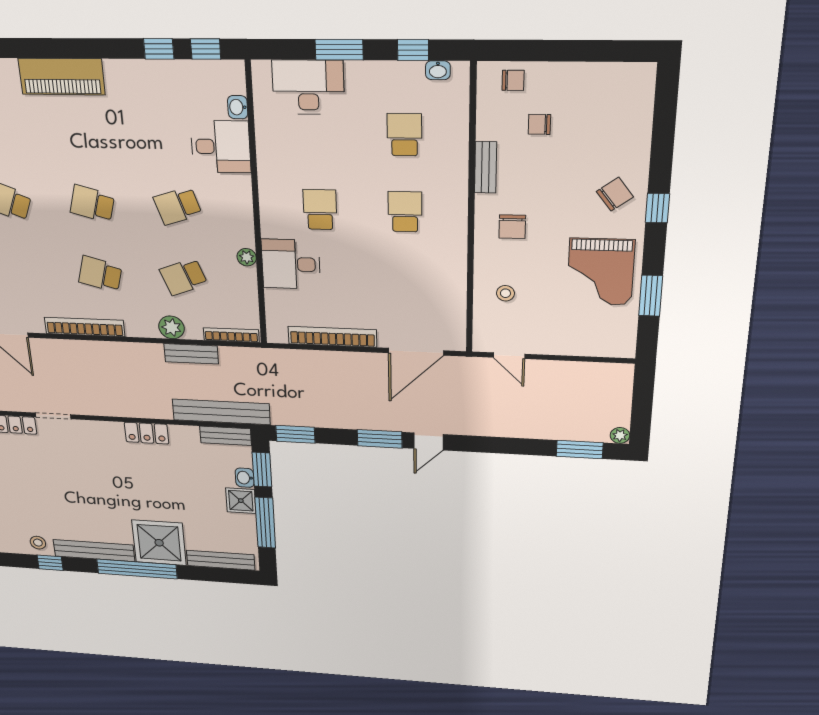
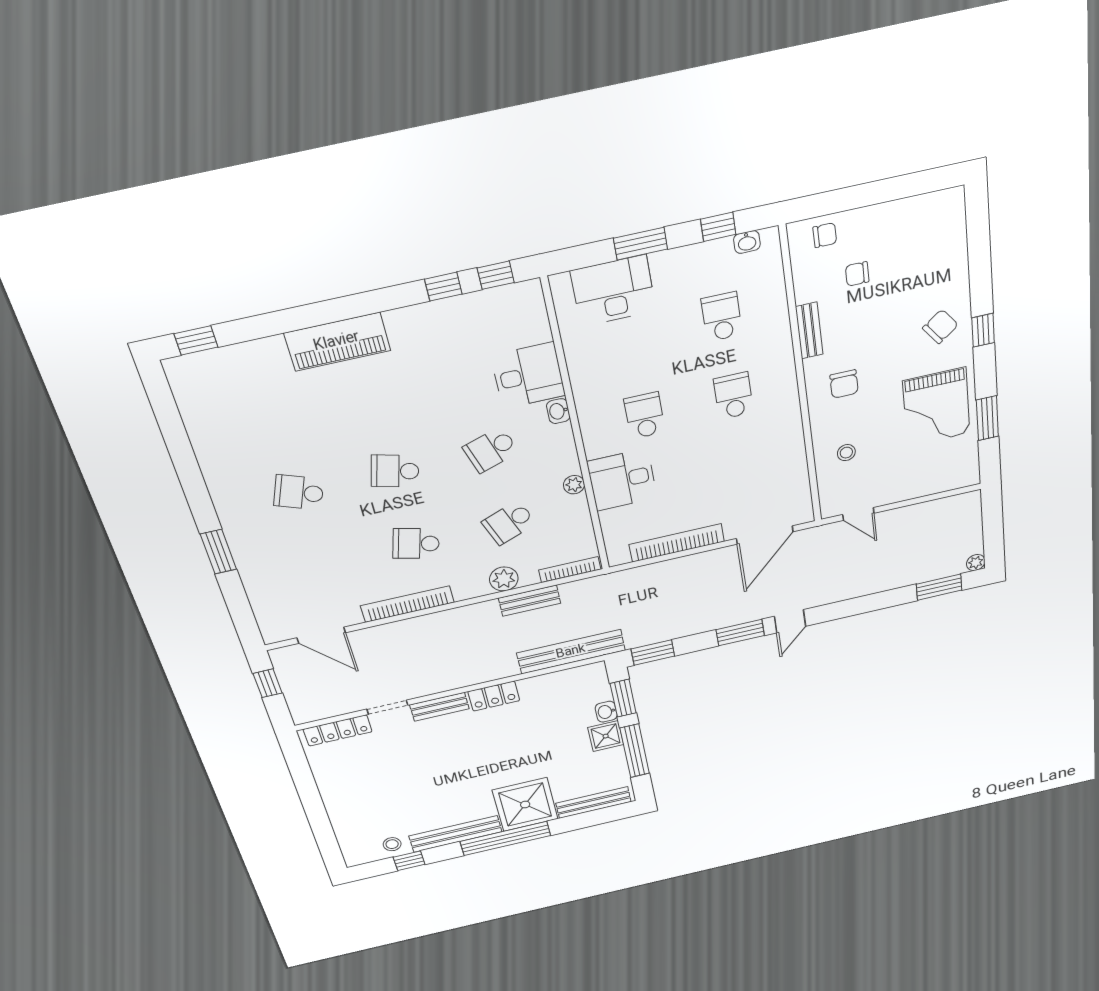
washbasin: (238, 107) -> (558, 411), moved
bench: (226, 436) -> (439, 707), moved

